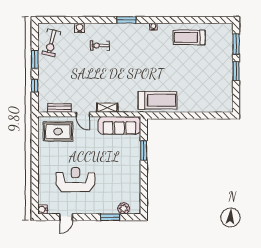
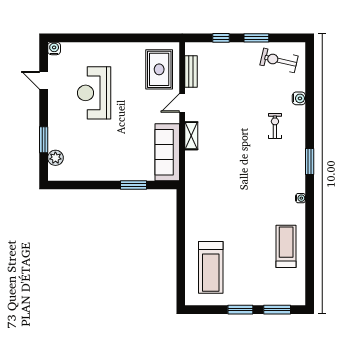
treadmill: (158, 100) -> (211, 267), moved
reception desk: (75, 180) -> (94, 93), turned 180

